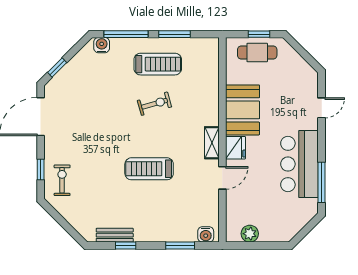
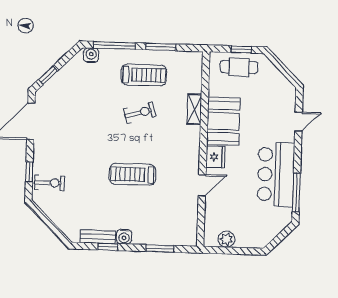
shelving: (212, 143) -> (194, 109), moved
exercise bike: (62, 180) -> (49, 183), turned 90
water cooler: (206, 234) -> (124, 237), moved

